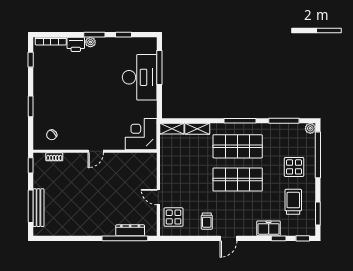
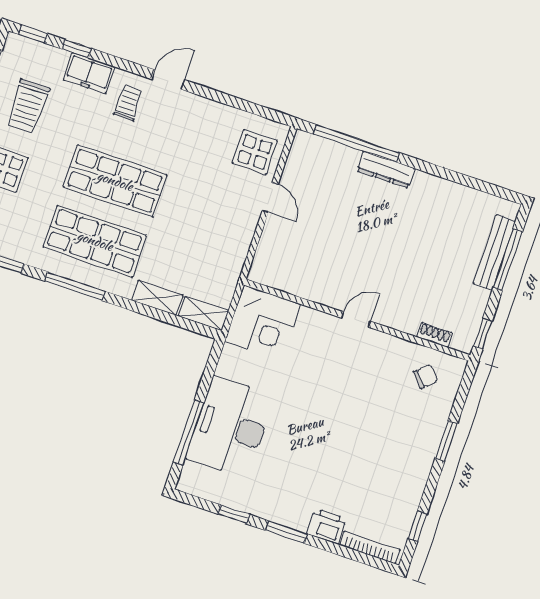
plant: (90, 42) -> (298, 521), removed
trolley: (207, 221) -> (128, 103), moved
dresser: (130, 230) -> (386, 170), moved

